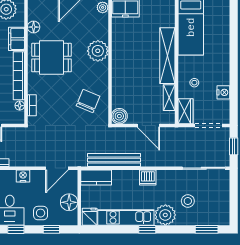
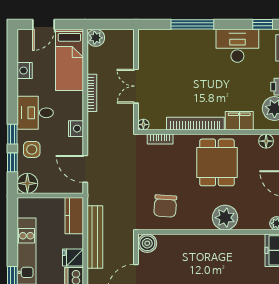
floor lamp: (34, 27) -> (266, 141), moved
chair: (88, 101) -> (165, 206), turned 71
floor lamp: (20, 106) -> (143, 125), moved
floor lamp: (69, 202) -> (27, 183), moved
fridge: (90, 217) -> (73, 257), moved, turned 180
window: (16, 229) -> (12, 134), moved

